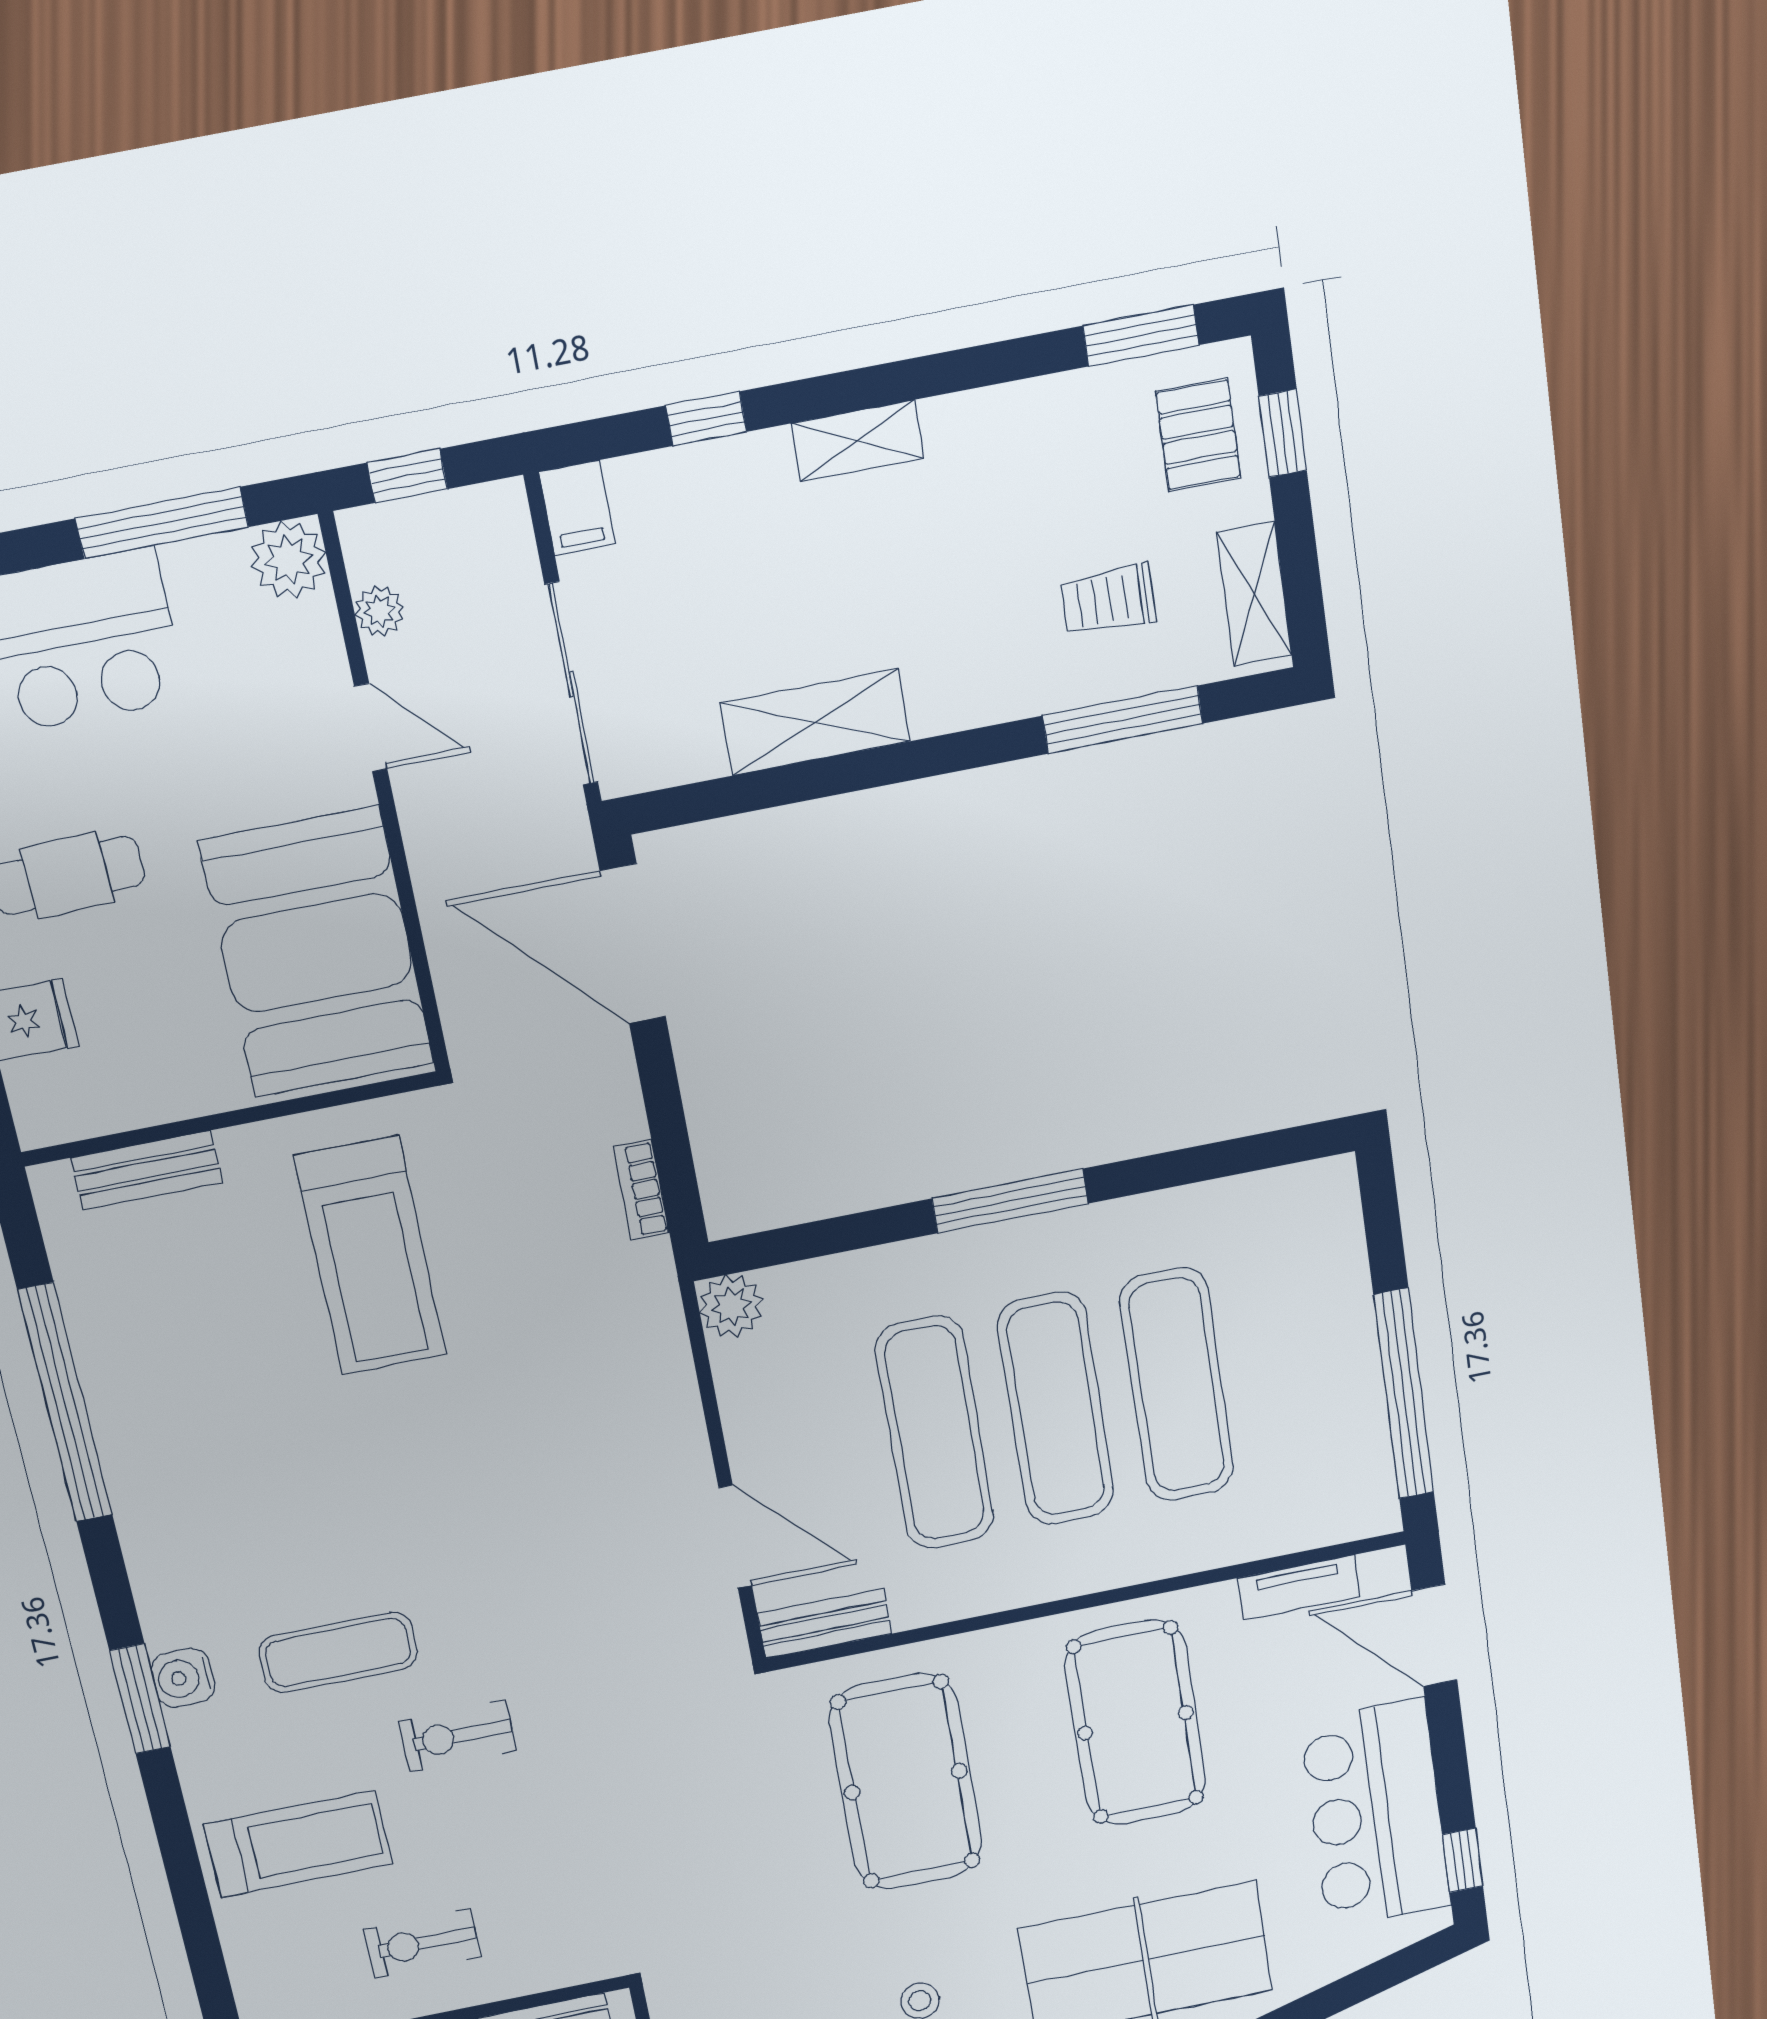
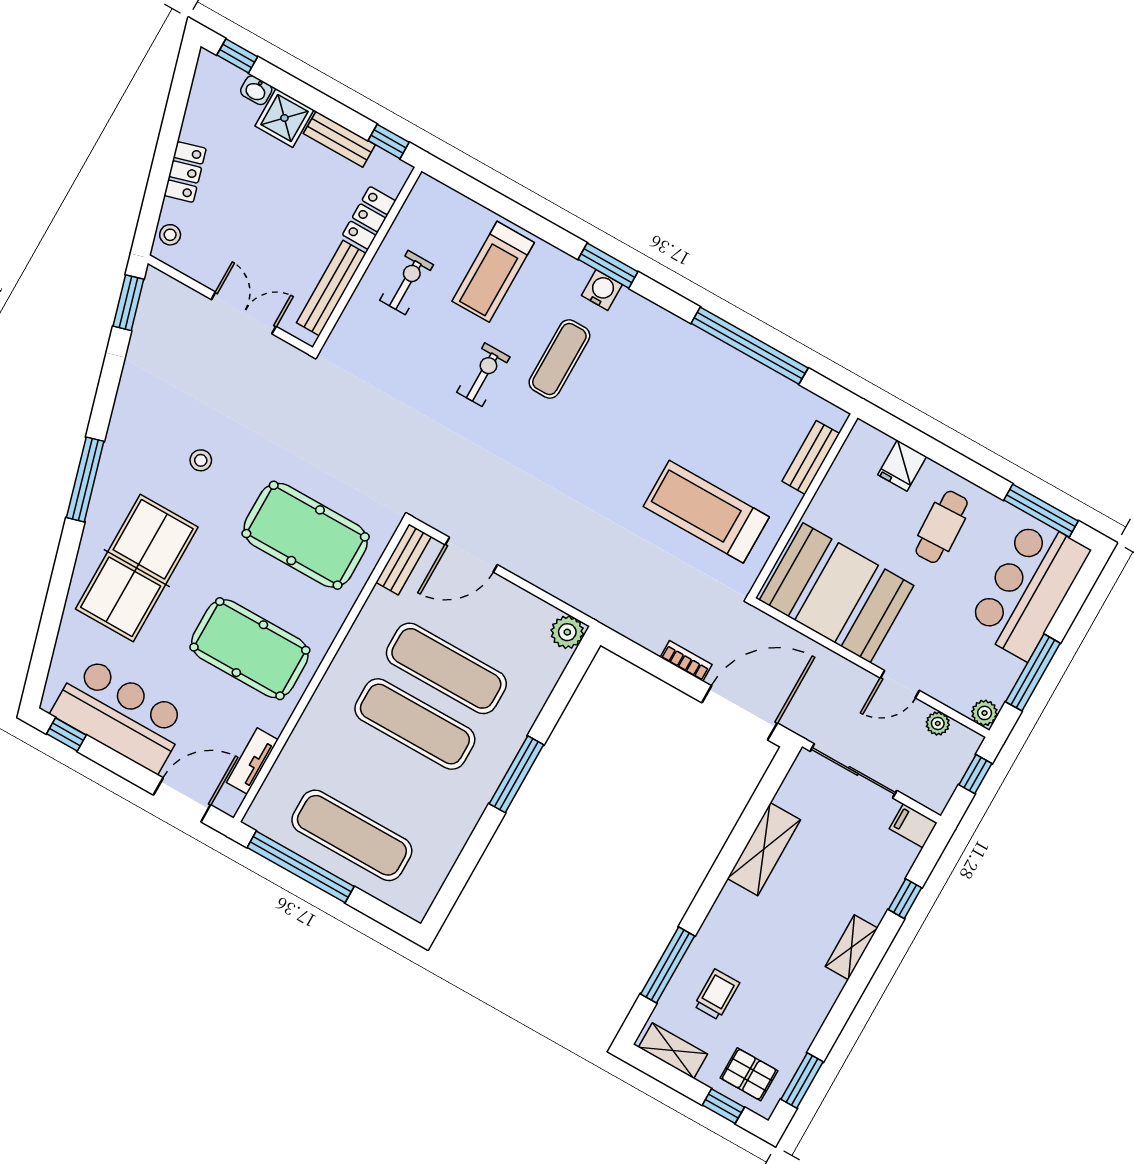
plant: (289, 560) -> (985, 713), width x0.73, depth x0.73
bookcase: (641, 1190) -> (686, 661), moved
exercise mat: (1177, 1385) -> (352, 835), moved

